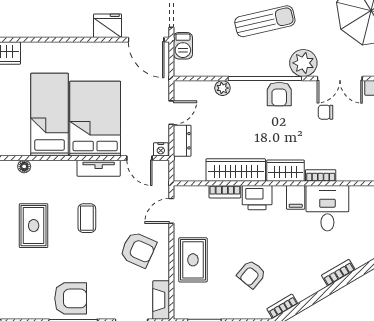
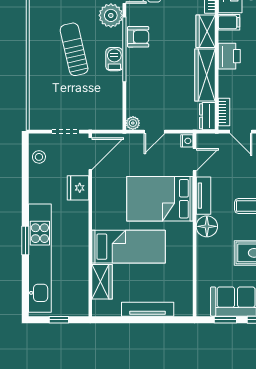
barbecue: (183, 46) -> (114, 59), moved, turned -90
plant: (222, 88) -> (133, 123), moved
door: (171, 113) -> (154, 132), swing flipped
bed: (50, 115) -> (128, 247), moved, turned 180
dresser: (182, 141) -> (207, 116), moved, turned -90
floor lamp: (24, 166) -> (207, 226), moved, width x1.89, depth x1.89
bookcase: (225, 192) -> (224, 112), moved

